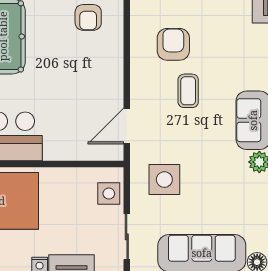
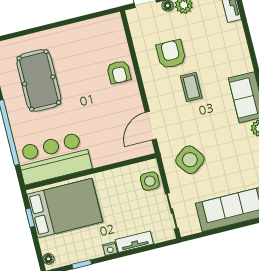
armchair: (88, 17) -> (119, 72), moved
side table: (164, 180) -> (190, 160), turned -37

